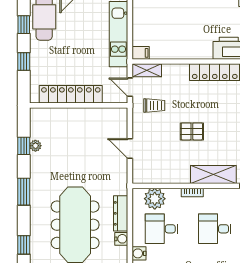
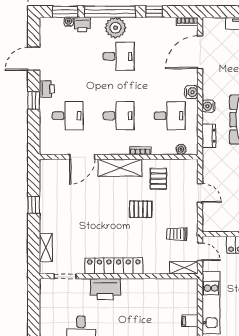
filing cabinet: (141, 53) -> (190, 321), moved
pallet: (173, 163) -> (158, 179), added
plant: (155, 199) -> (181, 149), width x0.53, depth x0.53
dresser: (121, 213) -> (209, 136), width x0.70

